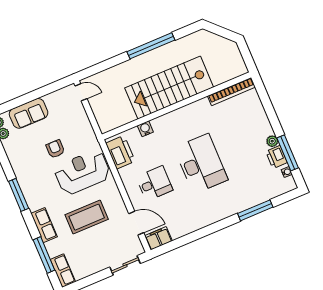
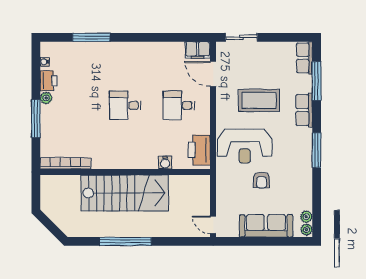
sofa: (29, 113) -> (266, 226), width x1.36
window: (288, 153) -> (36, 119), moved
desk: (201, 164) -> (125, 105), width x0.53, depth x0.77

